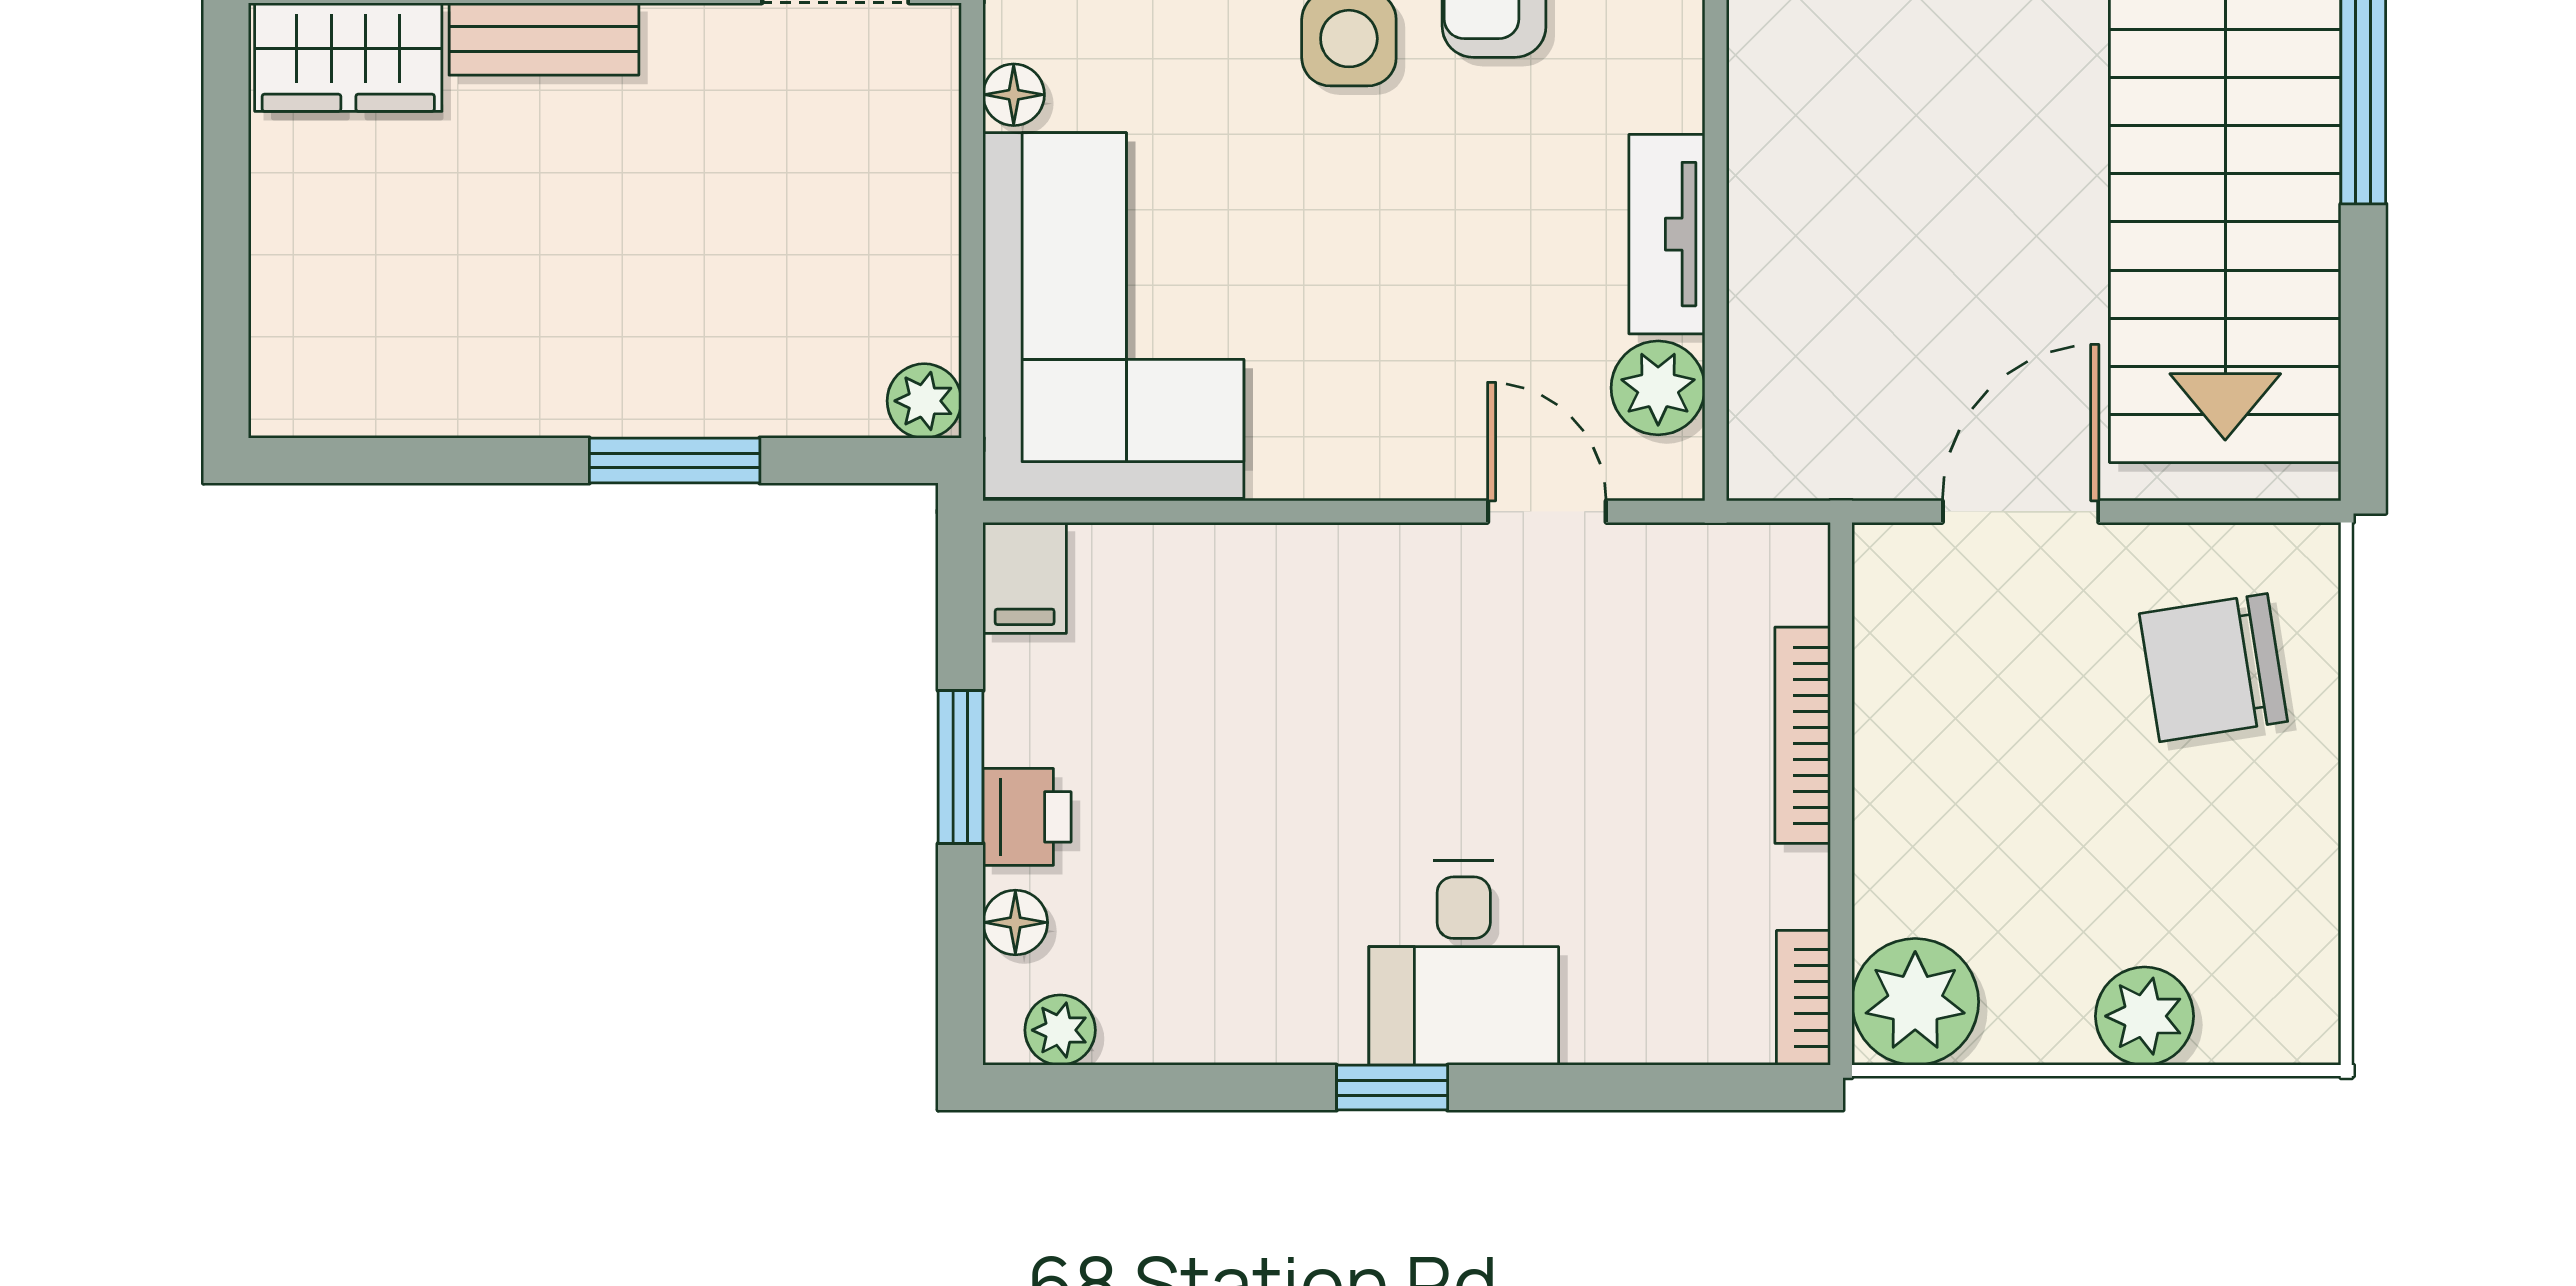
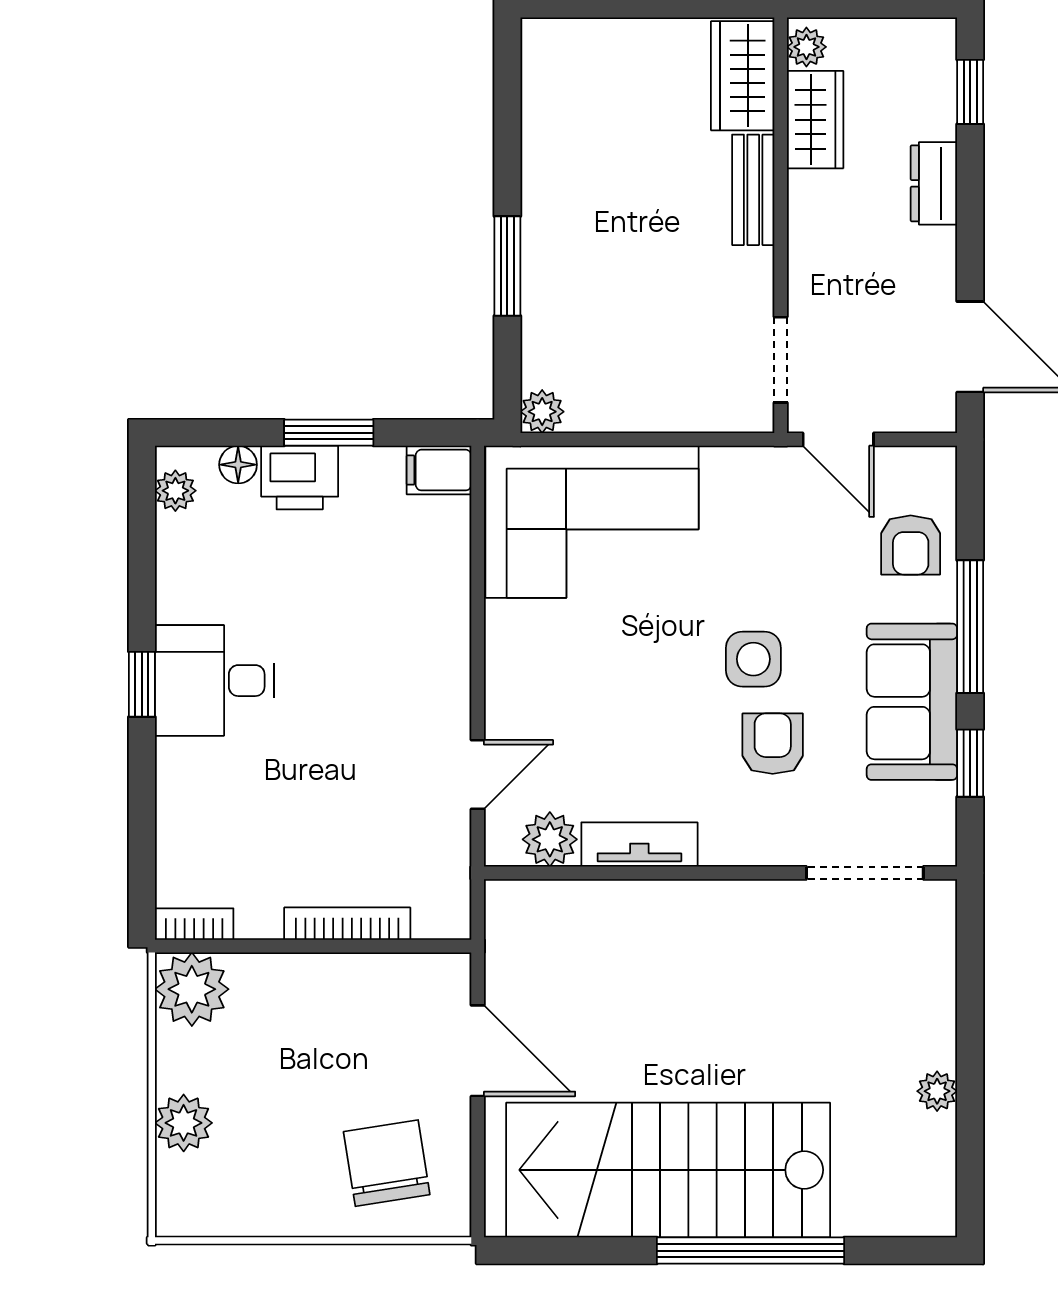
floor lamp: (1014, 95) -> (721, 464), removed
printer: (1027, 817) -> (300, 478), width x1.36, depth x1.24
desk: (1464, 963) -> (215, 681), moved

